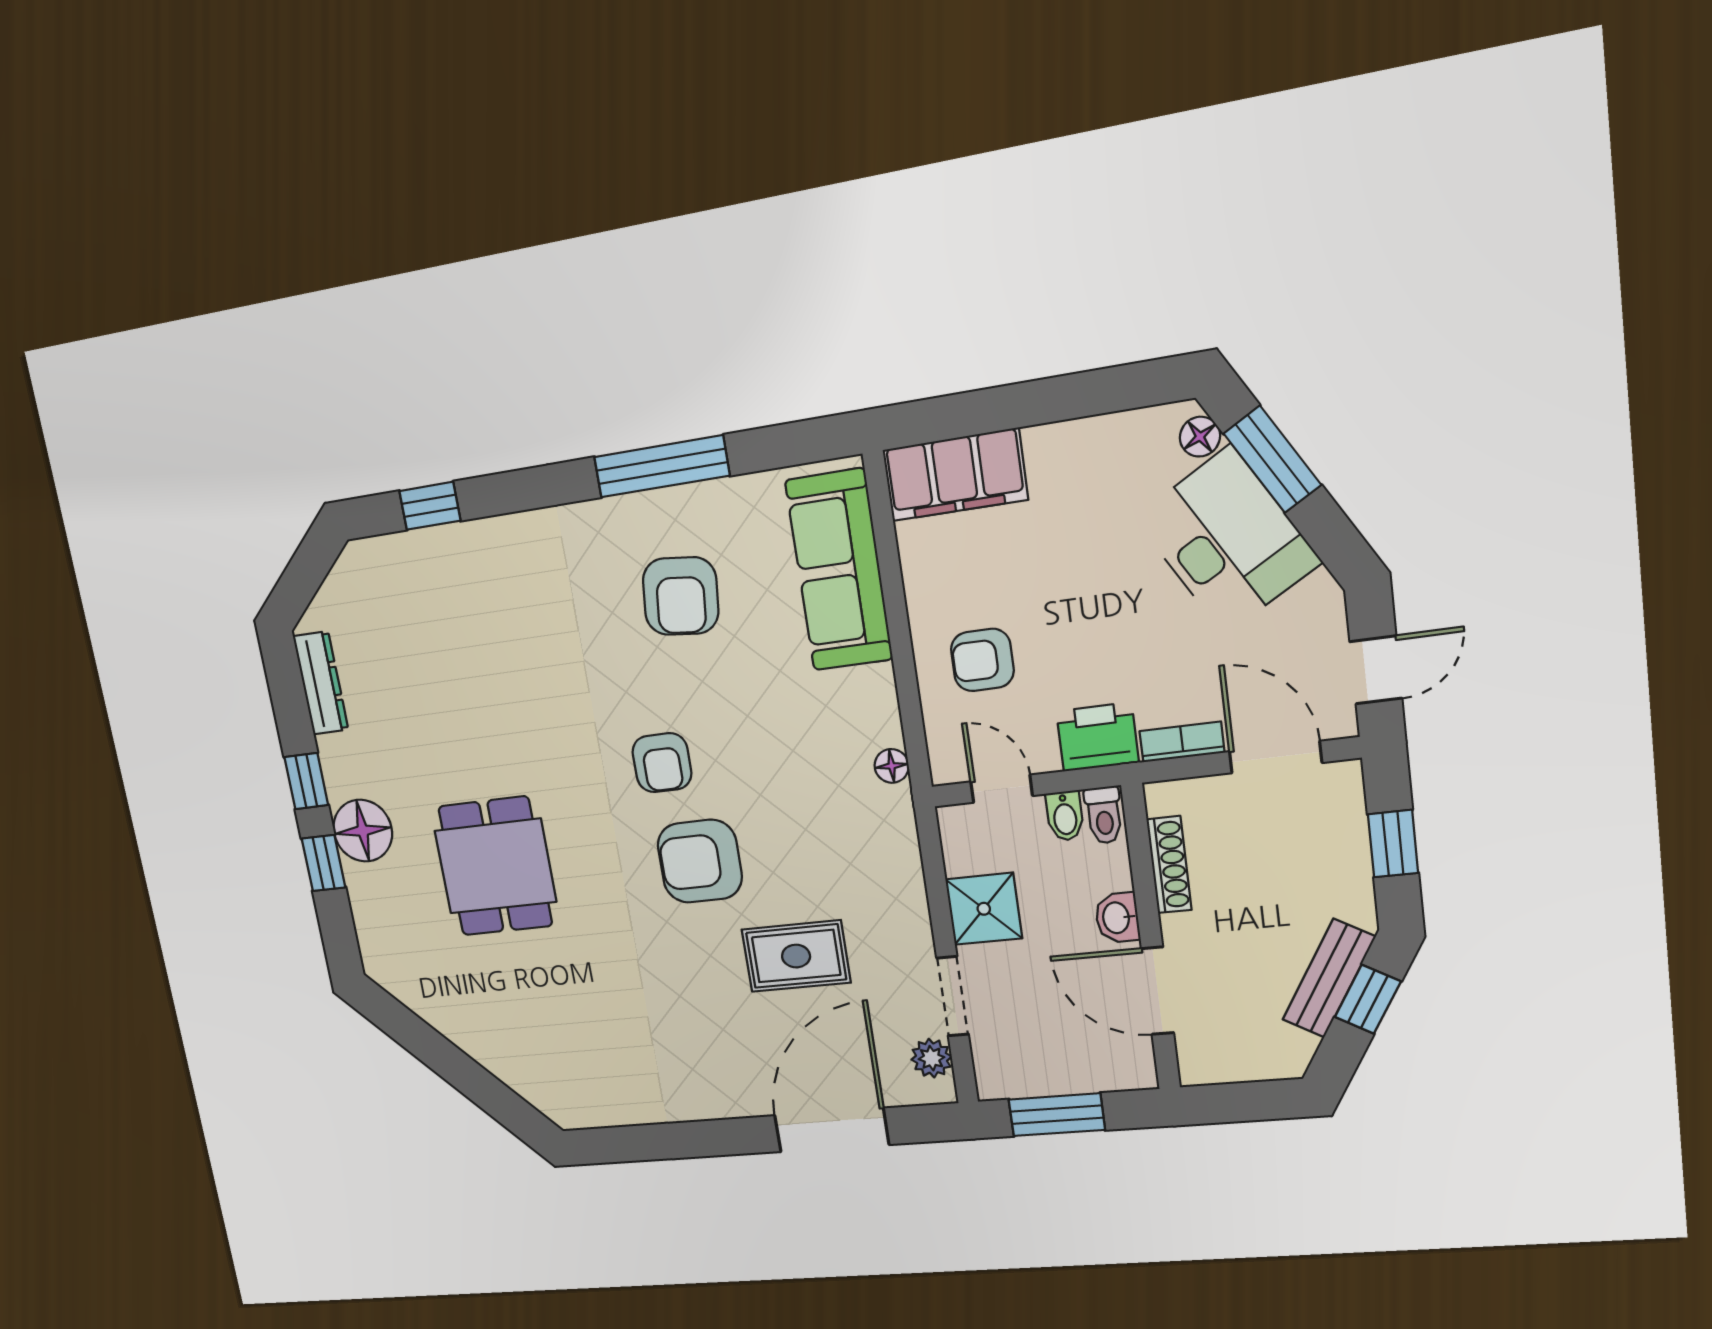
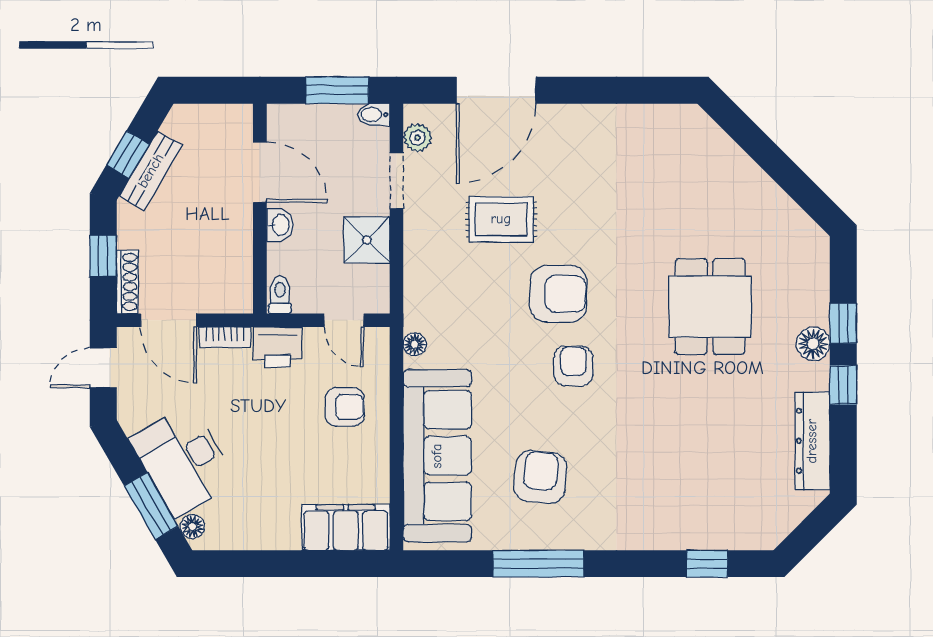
sofa: (839, 570) -> (437, 456), width x1.36, depth x1.27
dresser: (321, 683) -> (812, 441), width x1.37, depth x1.24
bidet: (1065, 816) -> (374, 115), moved, turned -90
floor lamp: (363, 831) -> (813, 344), width x0.73, depth x0.73
shoe rack: (1169, 865) -> (127, 282), moved, turned 180

